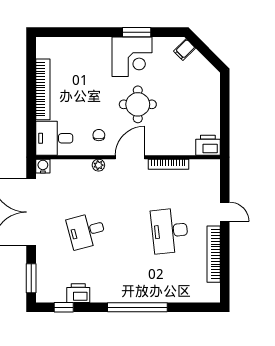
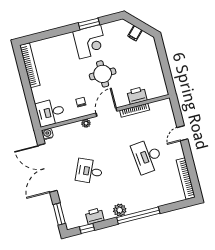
filing cabinet: (184, 50) -> (135, 33), moved
bookcase: (43, 89) -> (30, 65), moved
printer: (208, 145) -> (137, 95), moved
door: (225, 212) -> (182, 133), swing flipped
desk: (86, 231) -> (89, 171), turned 39
bookcase: (214, 254) -> (186, 179), moved
plant: (114, 294) -> (120, 210), added

